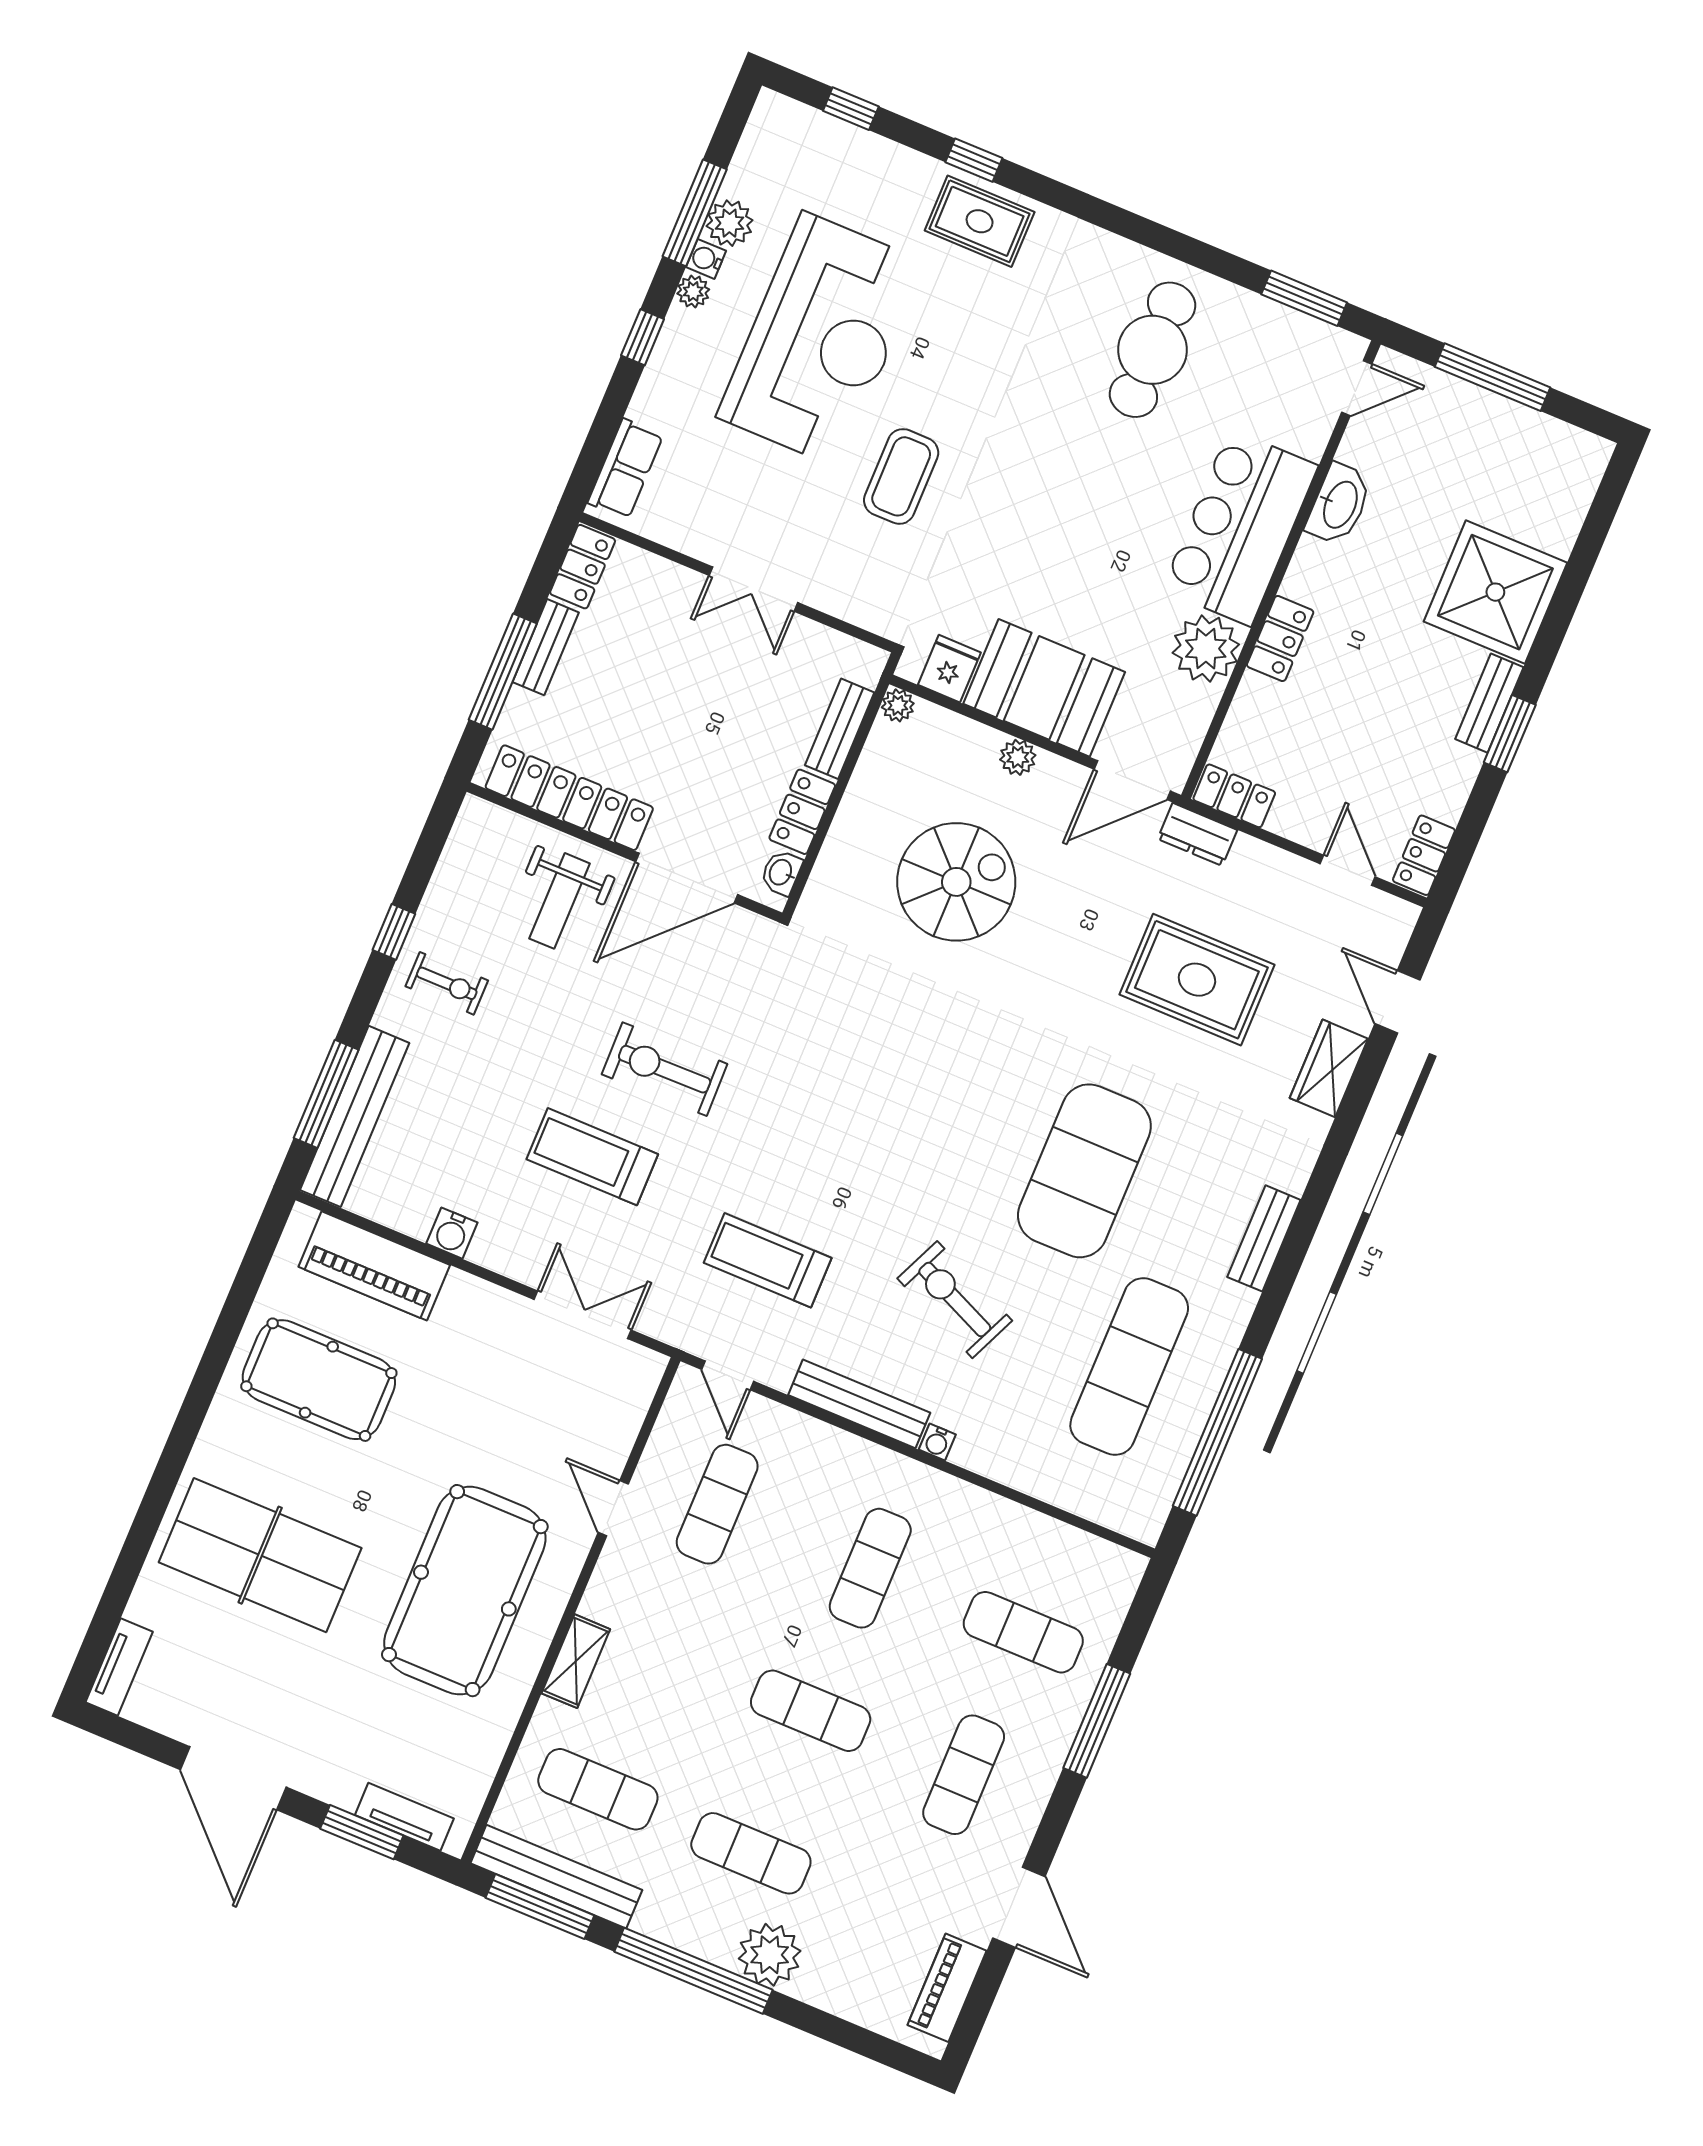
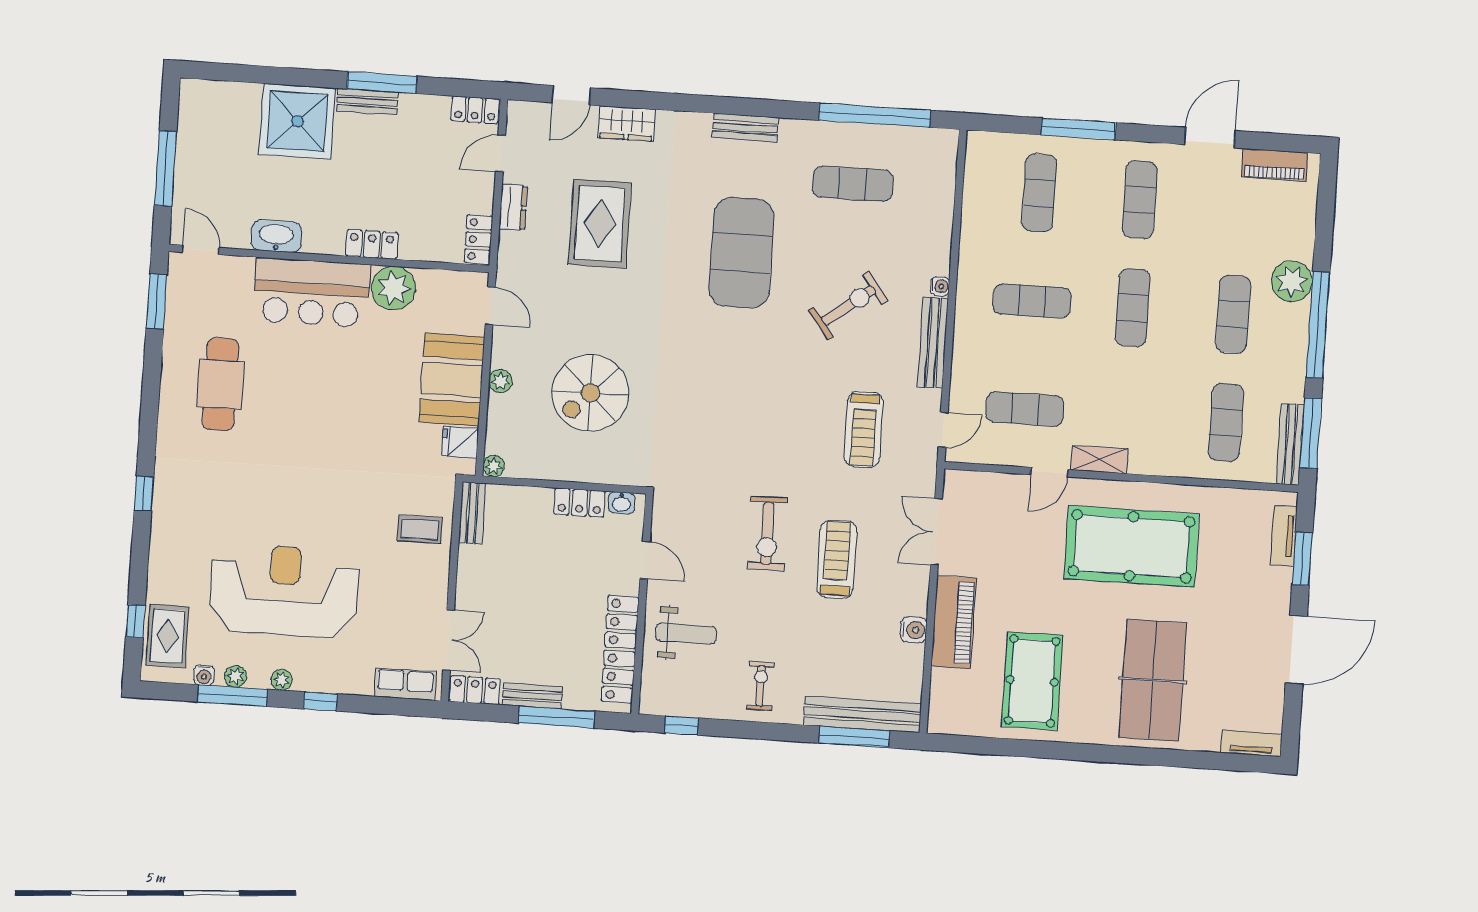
window: (974, 160) -> (144, 494), moved
rug: (980, 221) -> (167, 636), moved
plant: (730, 223) -> (236, 676), width x0.73, depth x0.73
water cooler: (706, 259) -> (204, 675), moved
cafe table: (1152, 350) -> (220, 384), turned 90
coffee table: (901, 476) -> (420, 529), moved, width x0.73, depth x0.77
double door: (753, 589) -> (448, 640), moved
bench: (840, 729) -> (472, 513), moved, turned 90
window: (1510, 734) -> (382, 83), width x1.44
door: (1132, 780) -> (490, 306), width x0.73
dresser: (1197, 834) -> (513, 207), moved
door: (687, 878) -> (645, 560), width x0.53
spiral stairs: (956, 882) -> (590, 393), turned -90
window: (394, 932) -> (682, 725), moved
treadmill: (592, 1157) -> (837, 559), turned 180
exercise mat: (1084, 1171) -> (742, 253), turned 90
piano: (374, 1266) -> (954, 622), moved
exercise bike: (955, 1300) -> (848, 305), turned -151
exercise mat: (1129, 1367) -> (853, 184), width x0.73, depth x0.69
shelving: (576, 1661) -> (1099, 459), moved
exercise mat: (964, 1775) -> (1140, 200), turned 90
bench: (556, 1877) -> (1290, 444), width x0.73, depth x0.82

